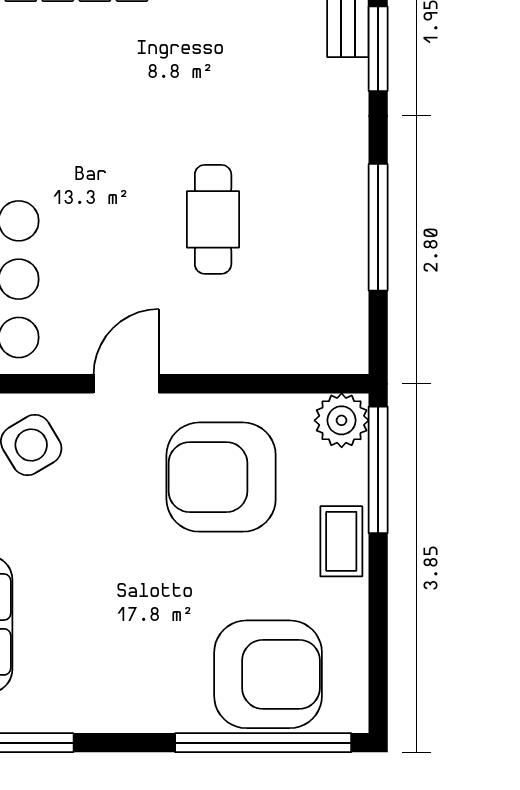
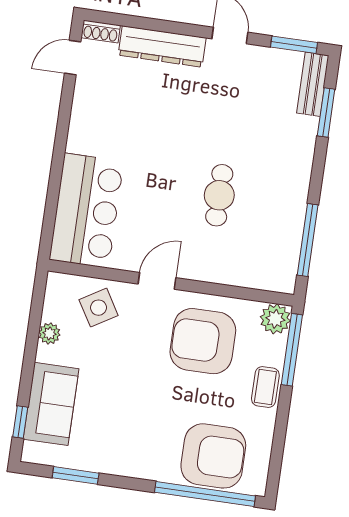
window: (378, 227) -> (308, 240), moved

